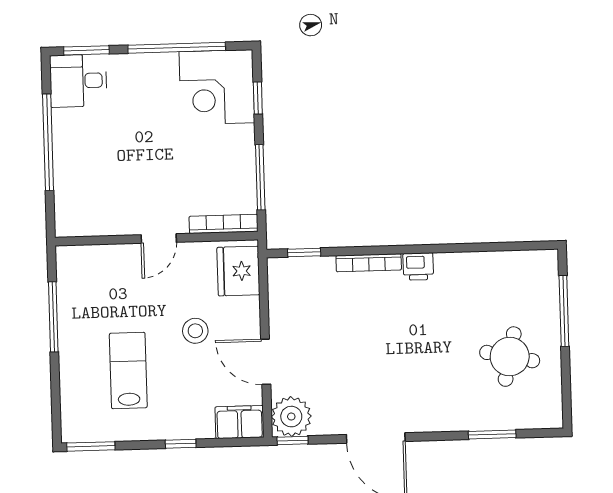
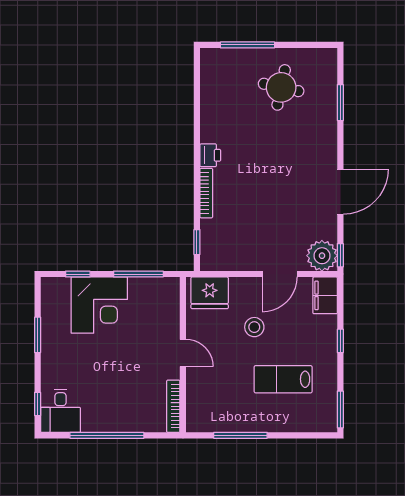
window: (177, 48) -> (38, 335), width x0.47
window: (86, 50) -> (38, 404), width x0.67
corner desk: (217, 87) -> (99, 305), moved
bookcase: (224, 224) -> (173, 406), moved

